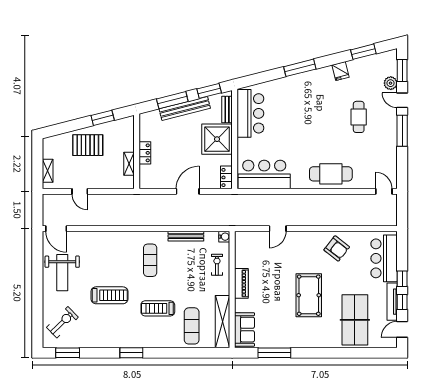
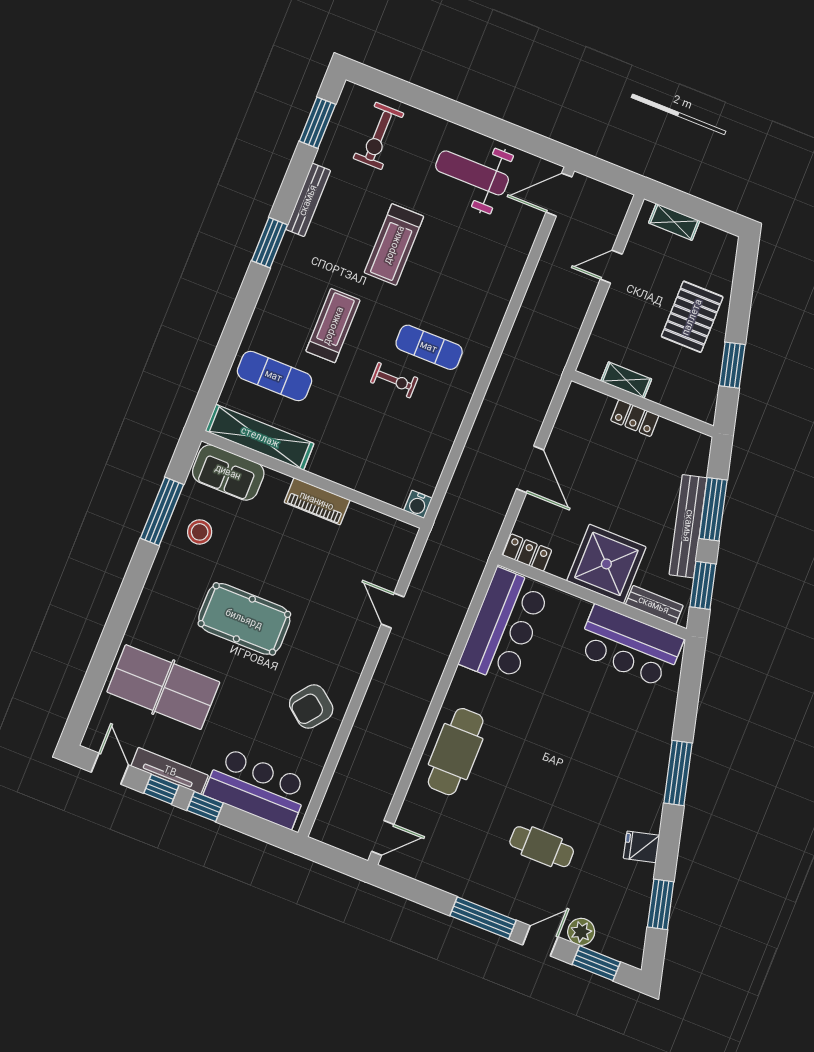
bench: (186, 236) -> (308, 200), moved
exercise bike: (217, 265) -> (394, 380), moved
exercise bike: (62, 322) -> (379, 136), turned 44
stool: (277, 332) -> (200, 532), added

